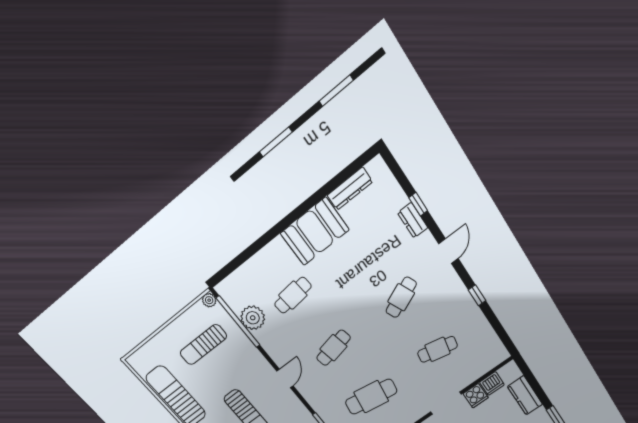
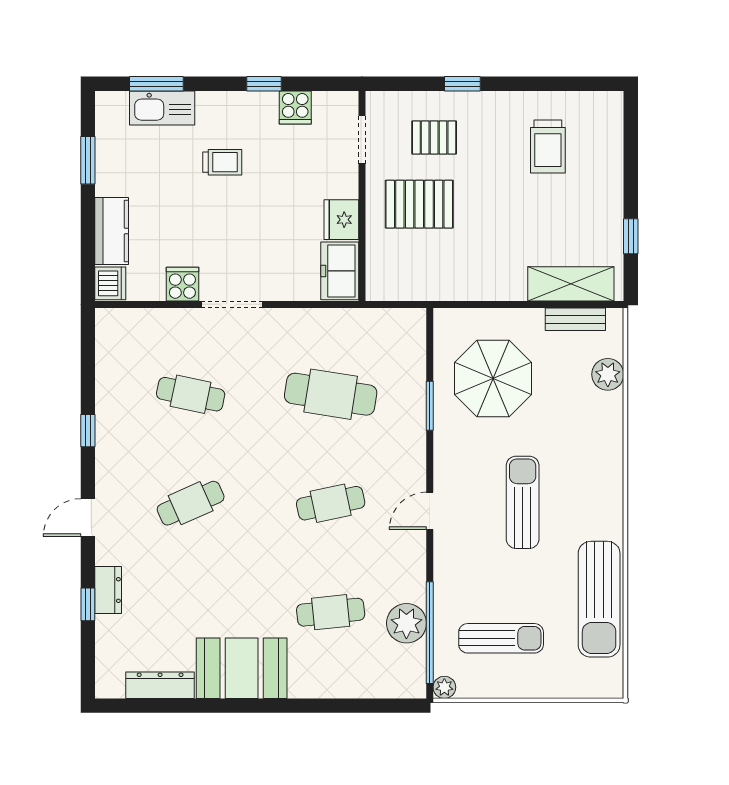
dishwasher: (492, 383) -> (110, 283), moved, turned 90

